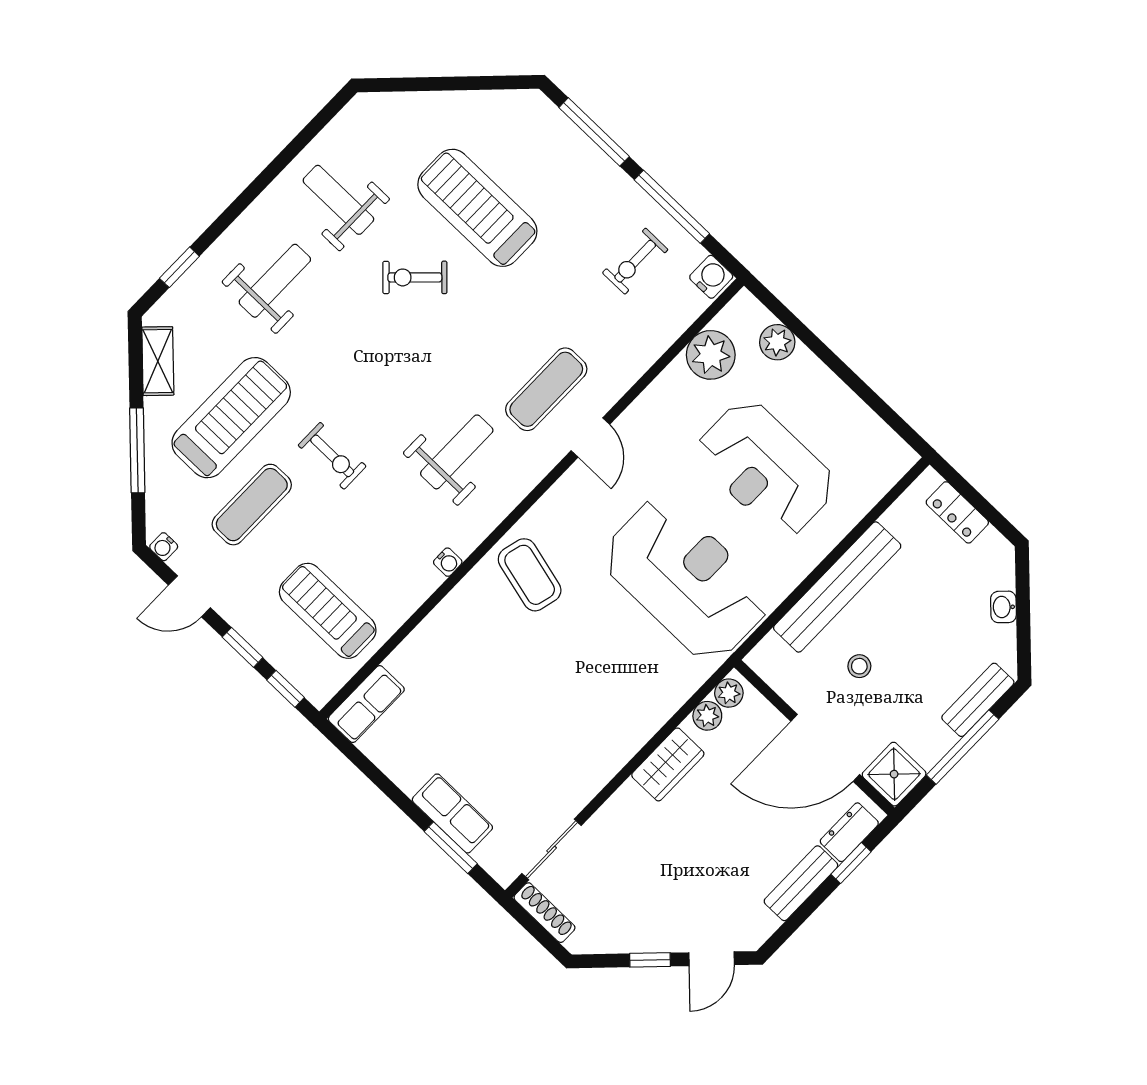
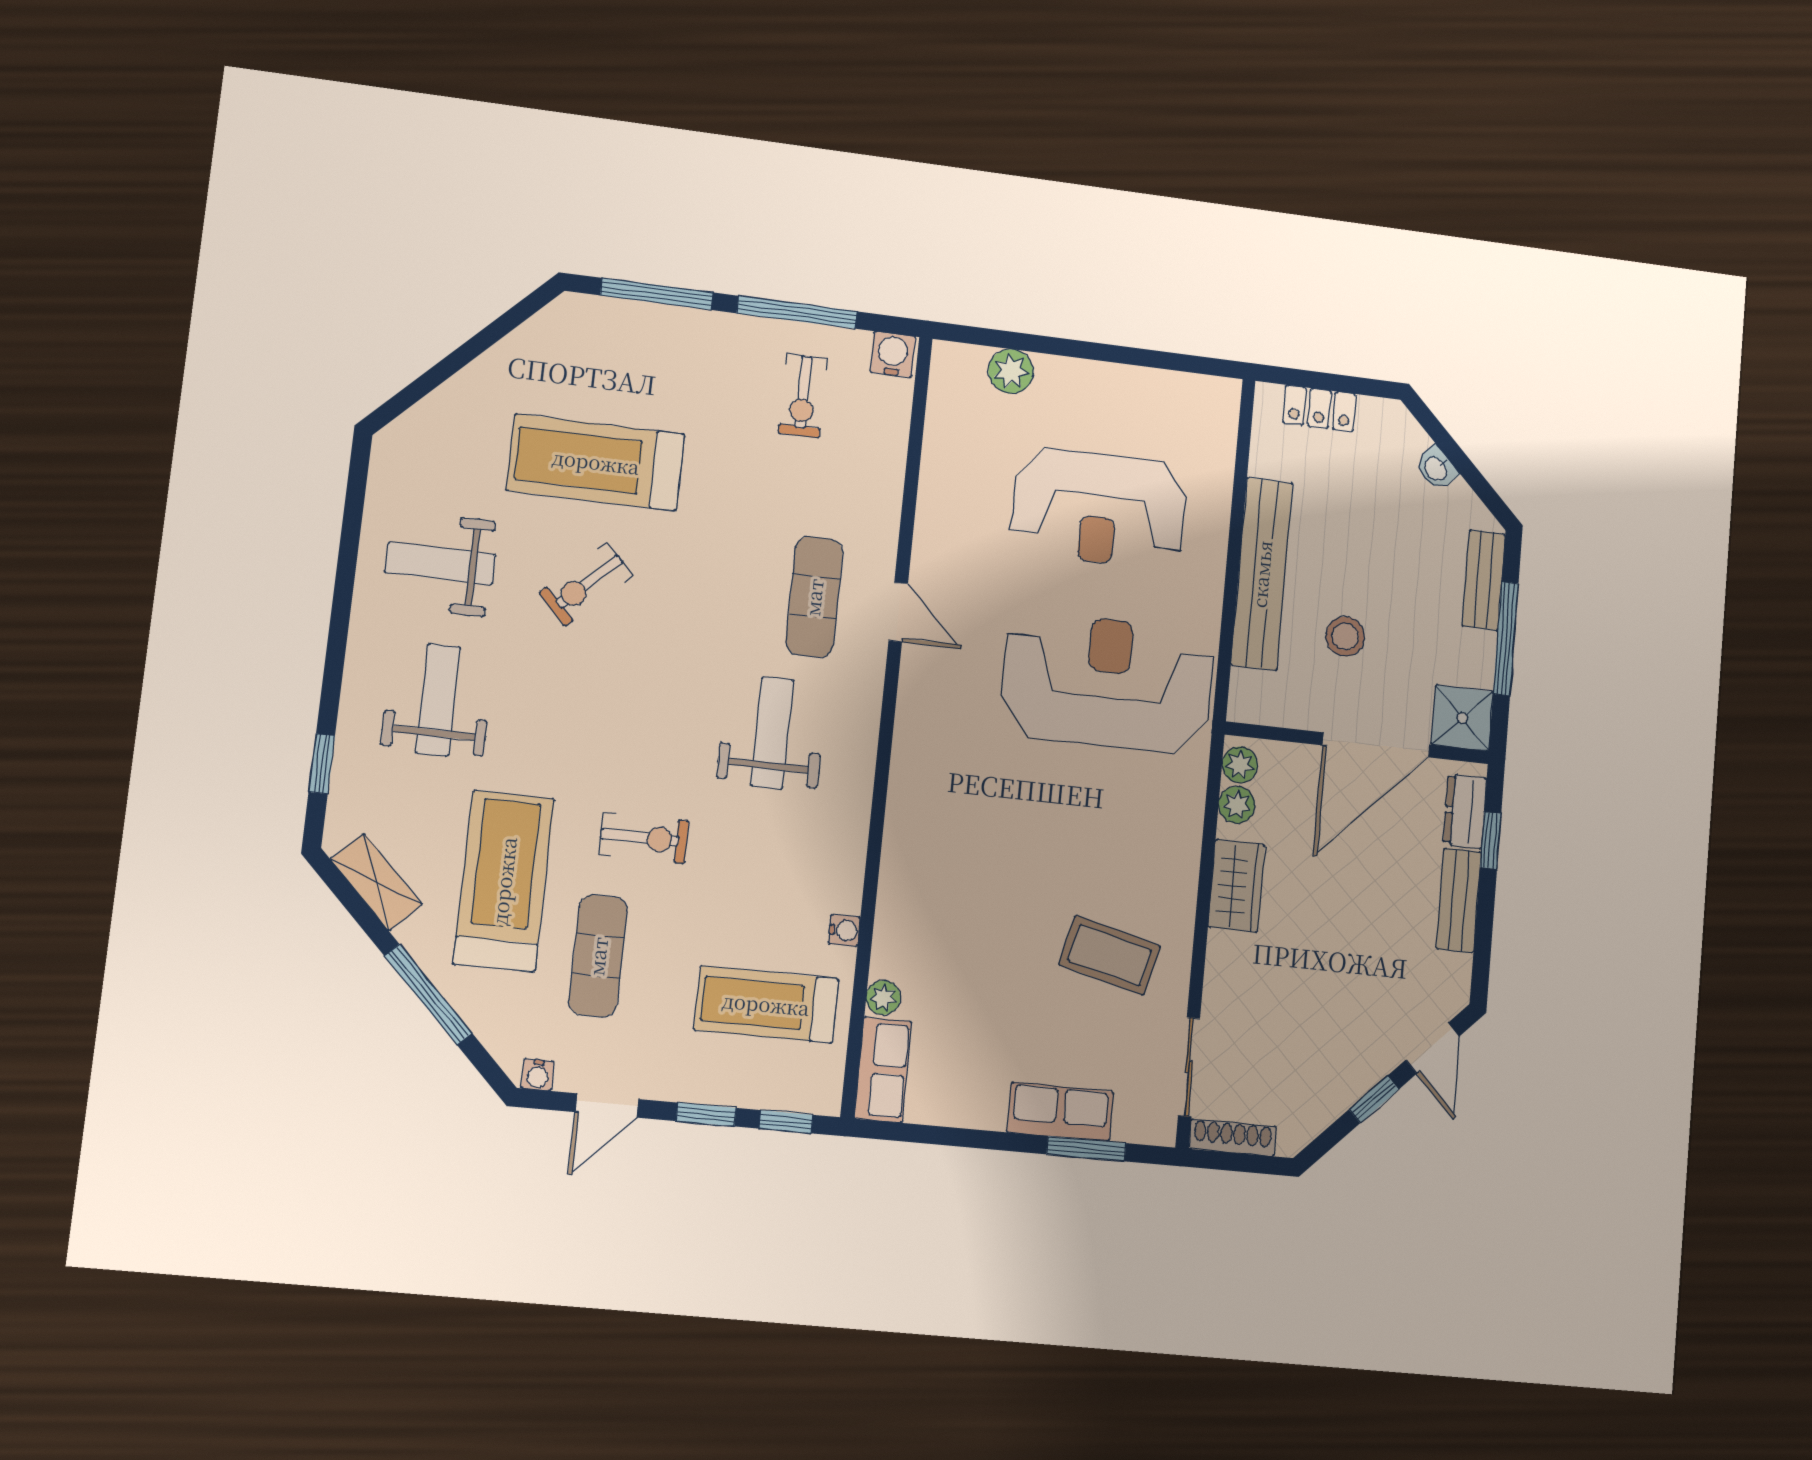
plant: (711, 355) -> (883, 998), moved, width x0.53, depth x0.53
water cooler: (448, 562) -> (844, 930), moved
coffee table: (530, 575) -> (1110, 955), moved
stool: (859, 666) -> (1345, 636), width x1.37, depth x1.37

